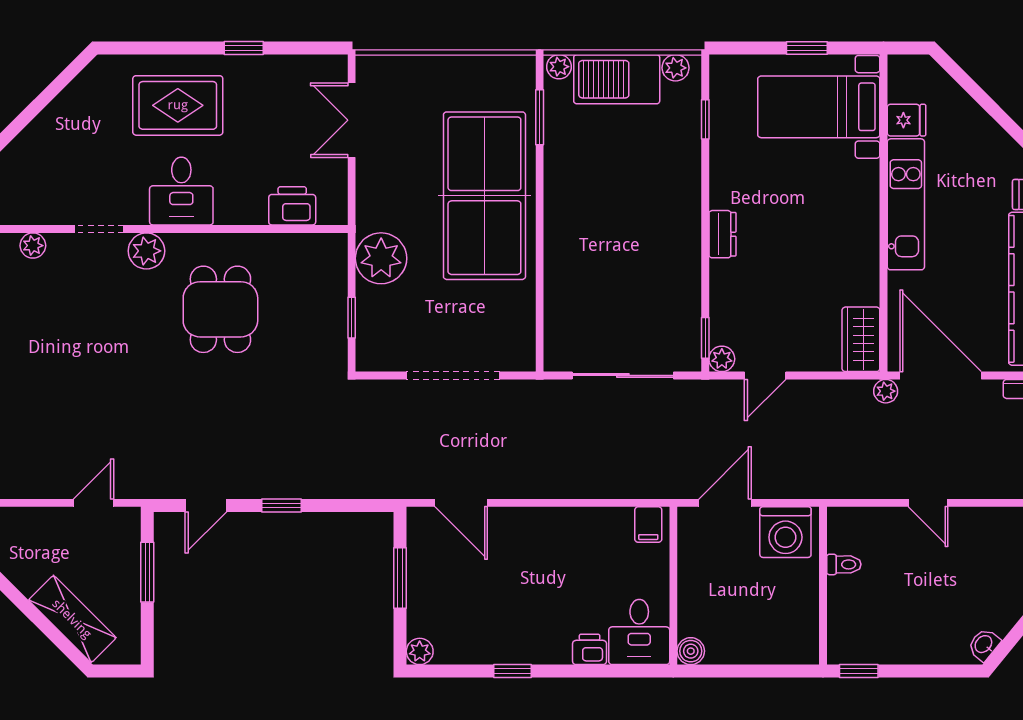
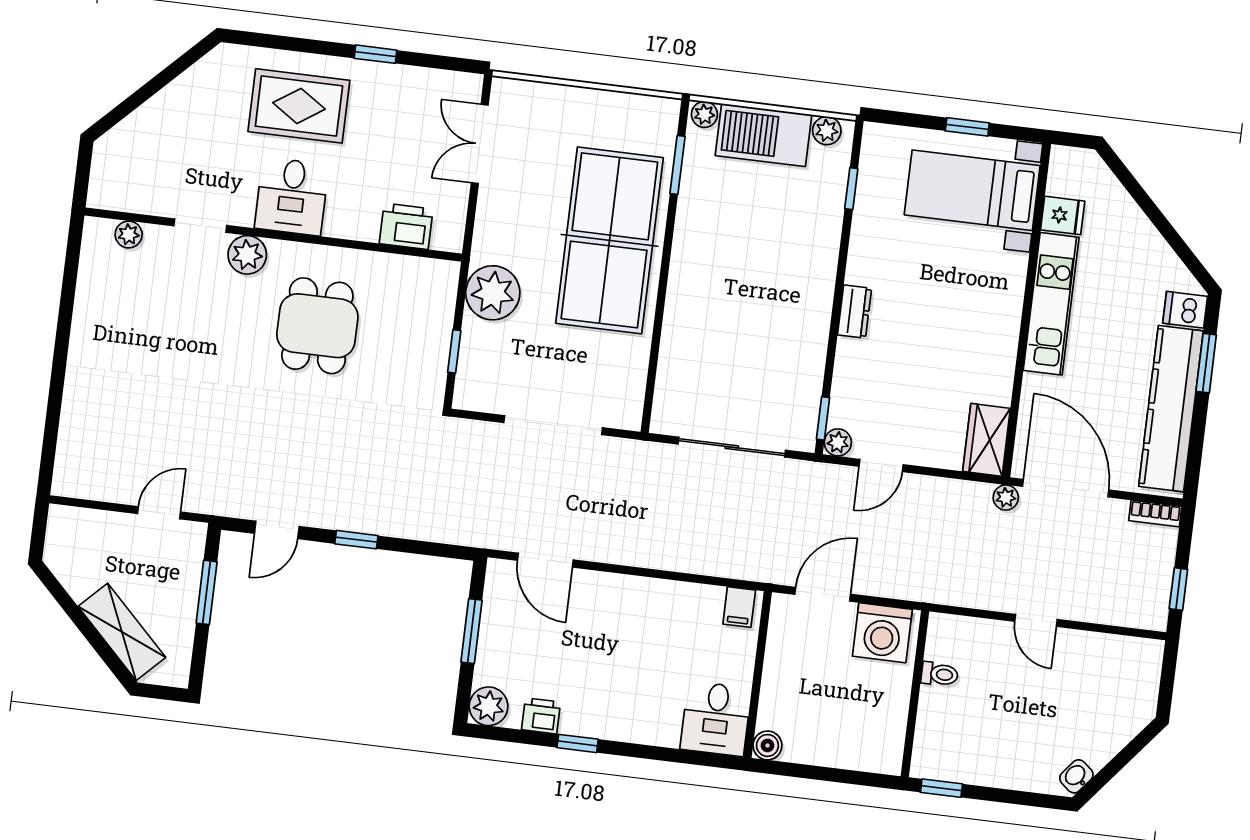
printer: (590, 649) -> (541, 716), moved
plant: (420, 651) -> (489, 706), width x1.38, depth x1.38

